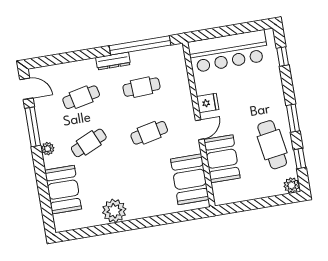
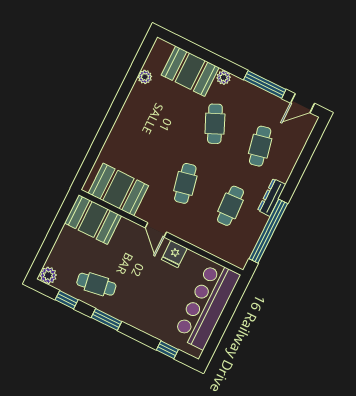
cafe table: (272, 145) -> (96, 284), width x0.73, depth x0.74
plant: (48, 149) -> (224, 77), moved
booth: (222, 159) -> (93, 219), moved
plant: (114, 211) -> (145, 77), moved, width x0.53, depth x0.53

